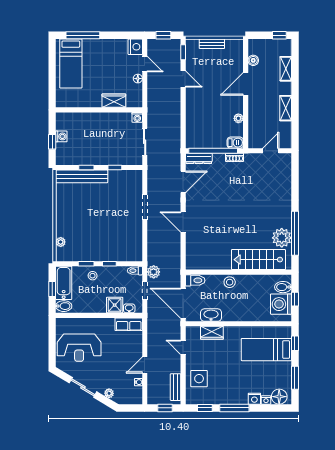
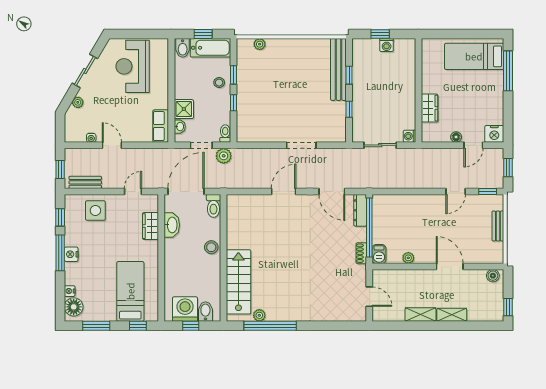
boiler: (253, 60) -> (493, 276), moved
shelving: (286, 69) -> (452, 315), moved
plant: (282, 238) -> (259, 315), width x0.53, depth x0.53
nightstand: (254, 399) -> (71, 254), moved

